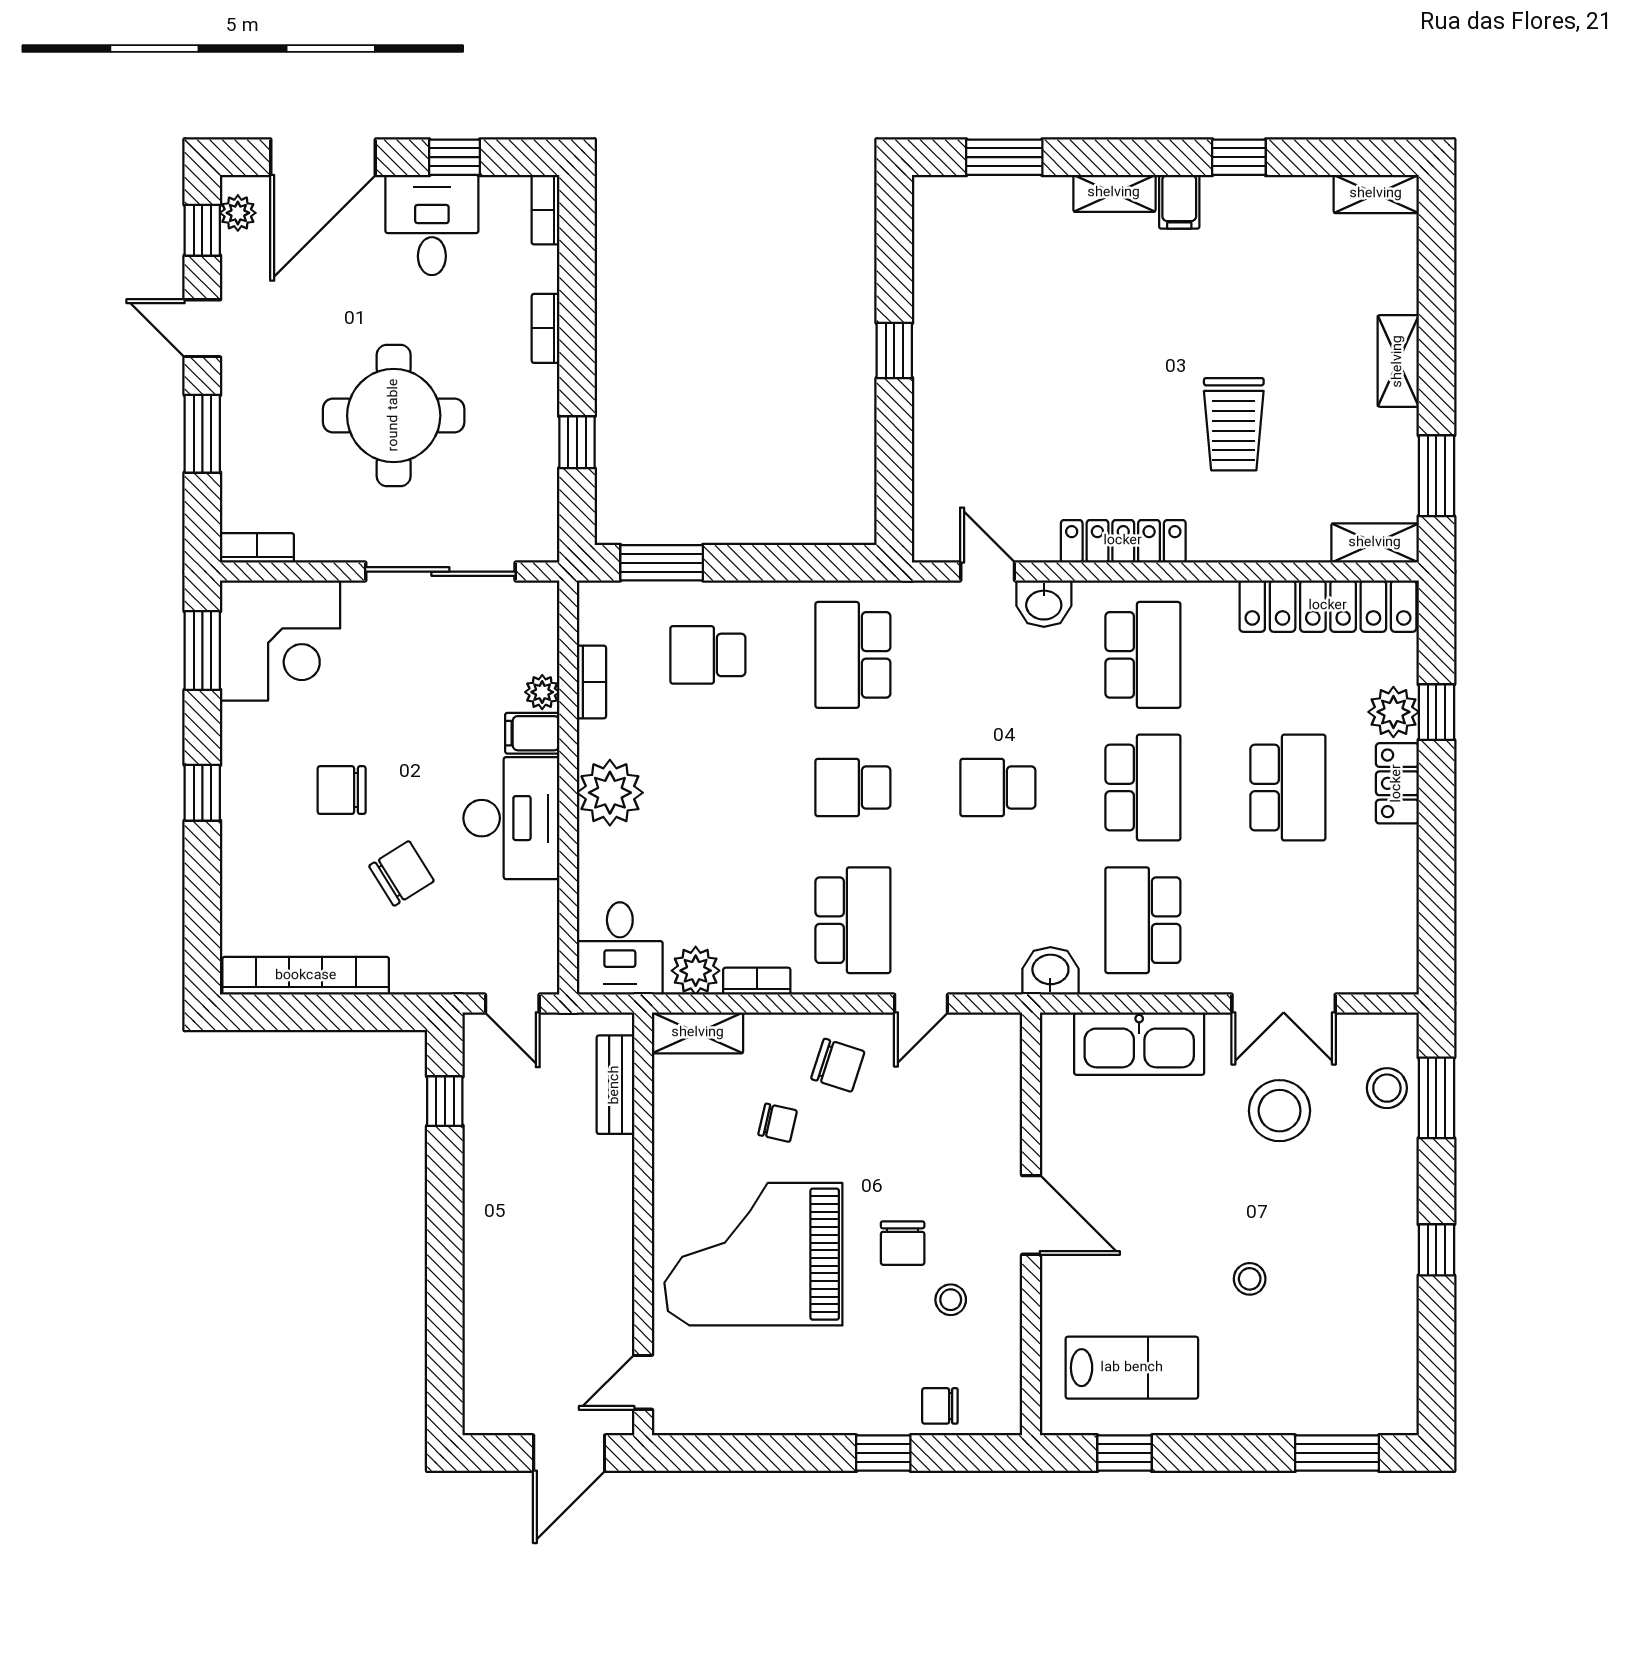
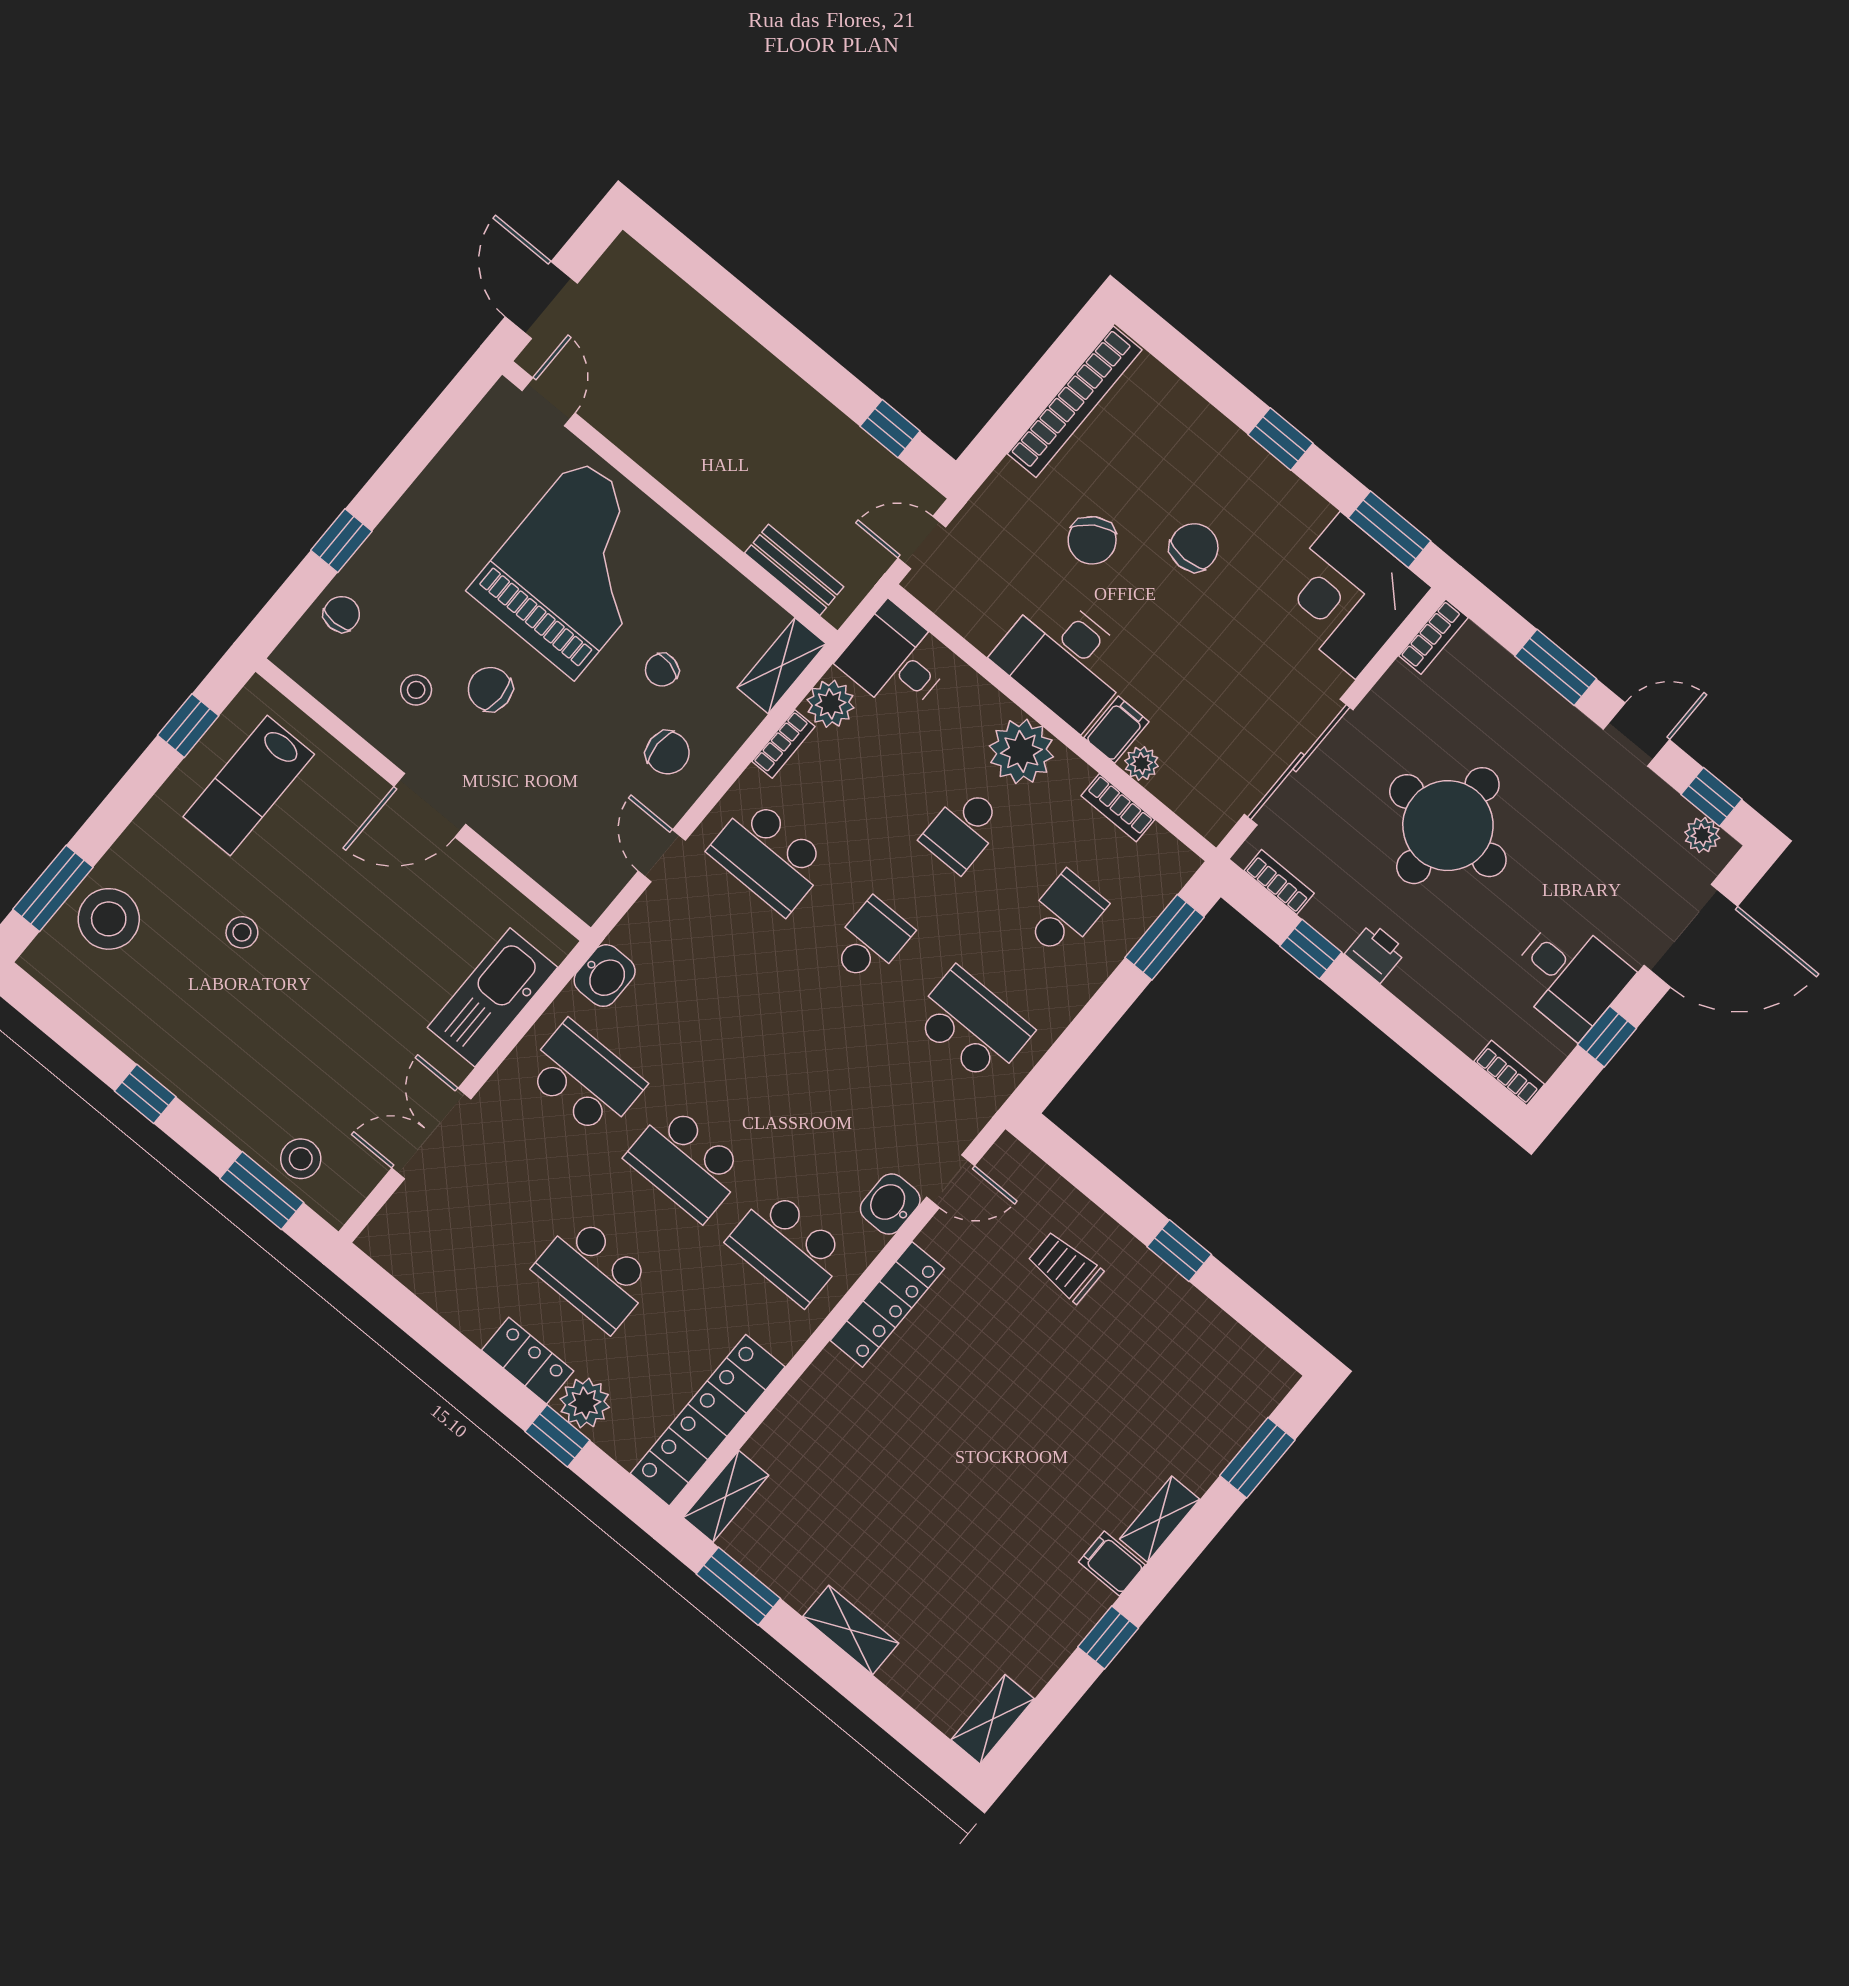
door: (323, 157) -> (1691, 936), swing flipped
bookcase: (546, 328) -> (1279, 882), moved
printer: (538, 390) -> (1376, 953), added
trolley: (1234, 424) -> (1065, 1267), moved, width x0.73, depth x0.72
school desk: (998, 788) -> (963, 830), moved, turned 180
chair: (838, 1065) -> (668, 753), turned -108
stool: (1280, 1111) -> (109, 919), moved

